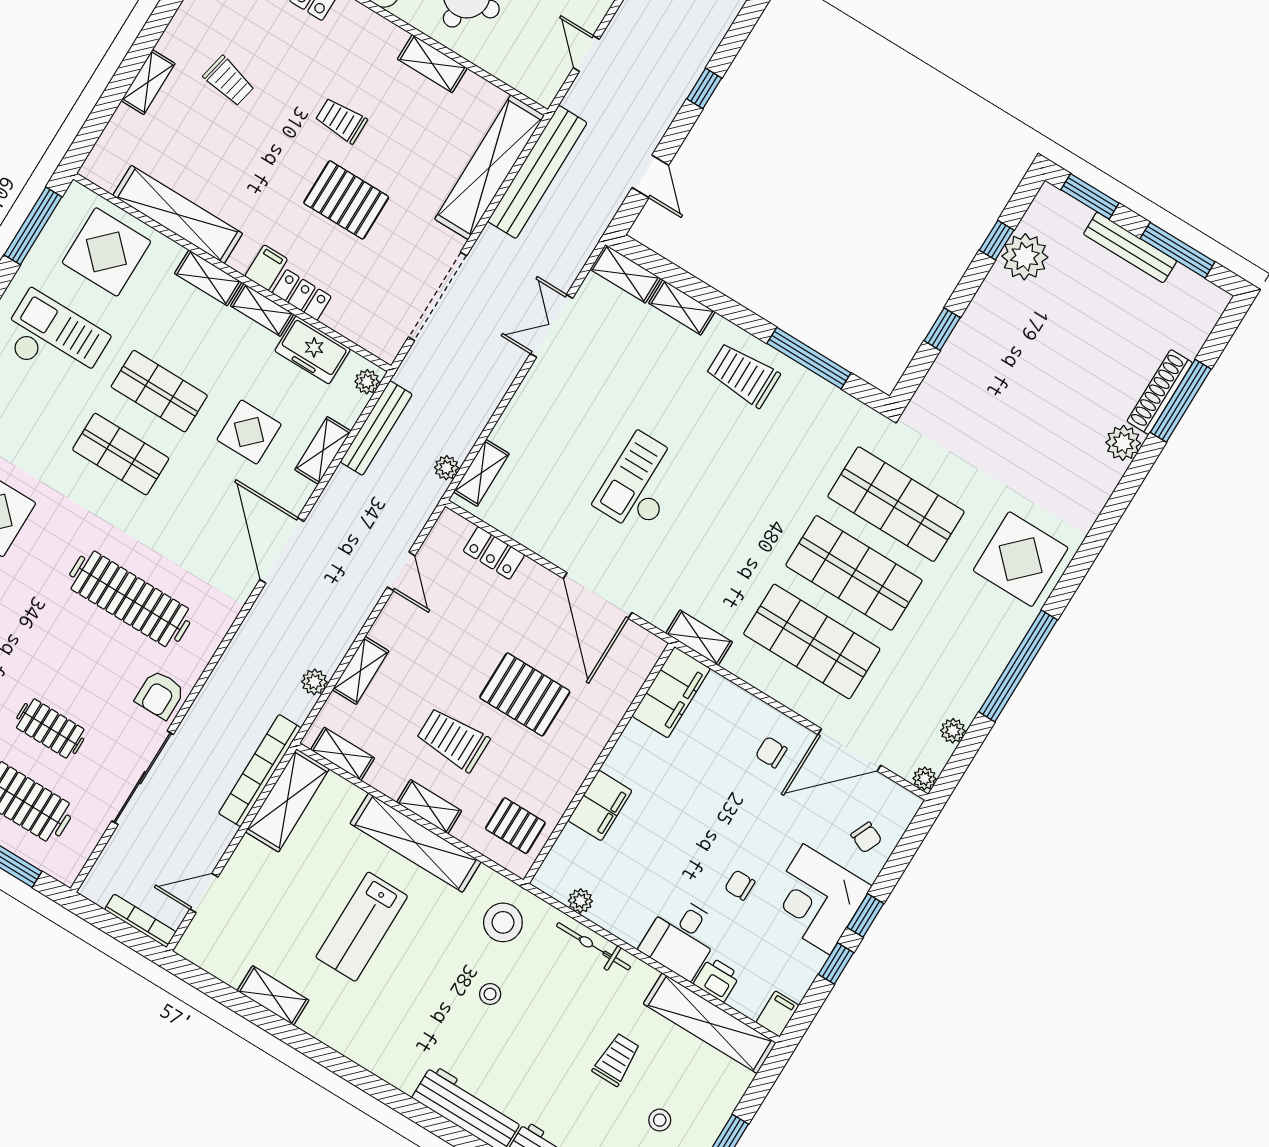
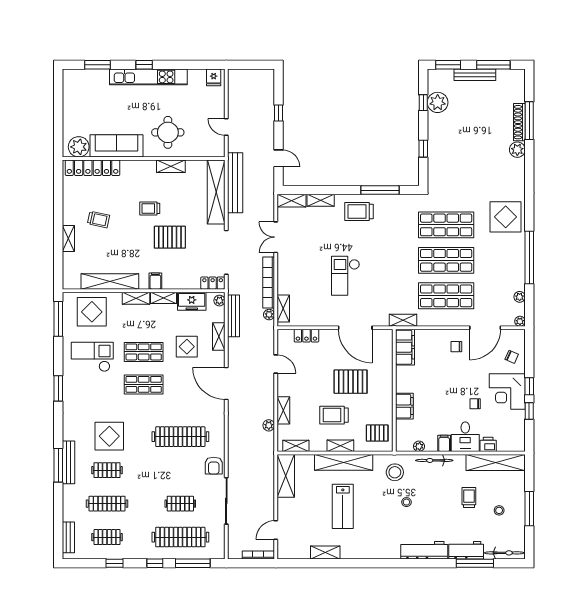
locker: (302, 295) -> (213, 283), moved
bookcase: (260, 771) -> (269, 282), moved
filing cabinet: (777, 1014) -> (444, 443), moved

